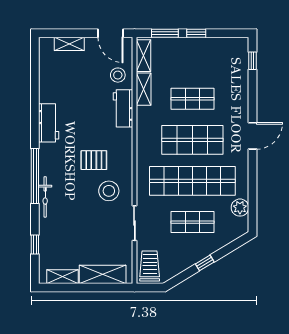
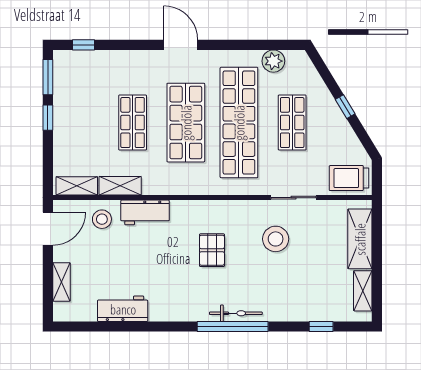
window: (165, 33) -> (48, 77), moved
workbench: (49, 123) -> (123, 309), moved
stool: (109, 191) -> (276, 239), moved
bicycle: (45, 197) -> (236, 313), moved

